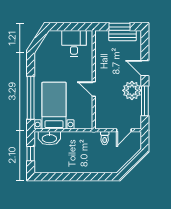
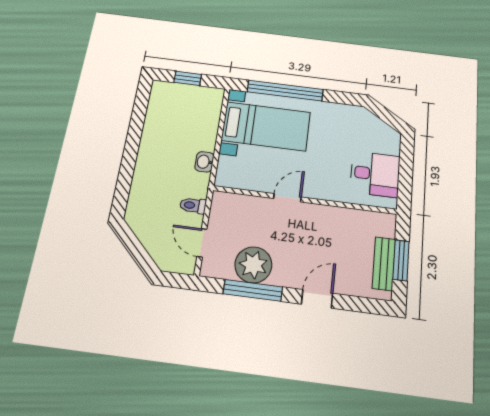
plant: (132, 90) -> (253, 265), moved
washbasin: (49, 138) -> (204, 162), moved, width x0.52, depth x0.69

